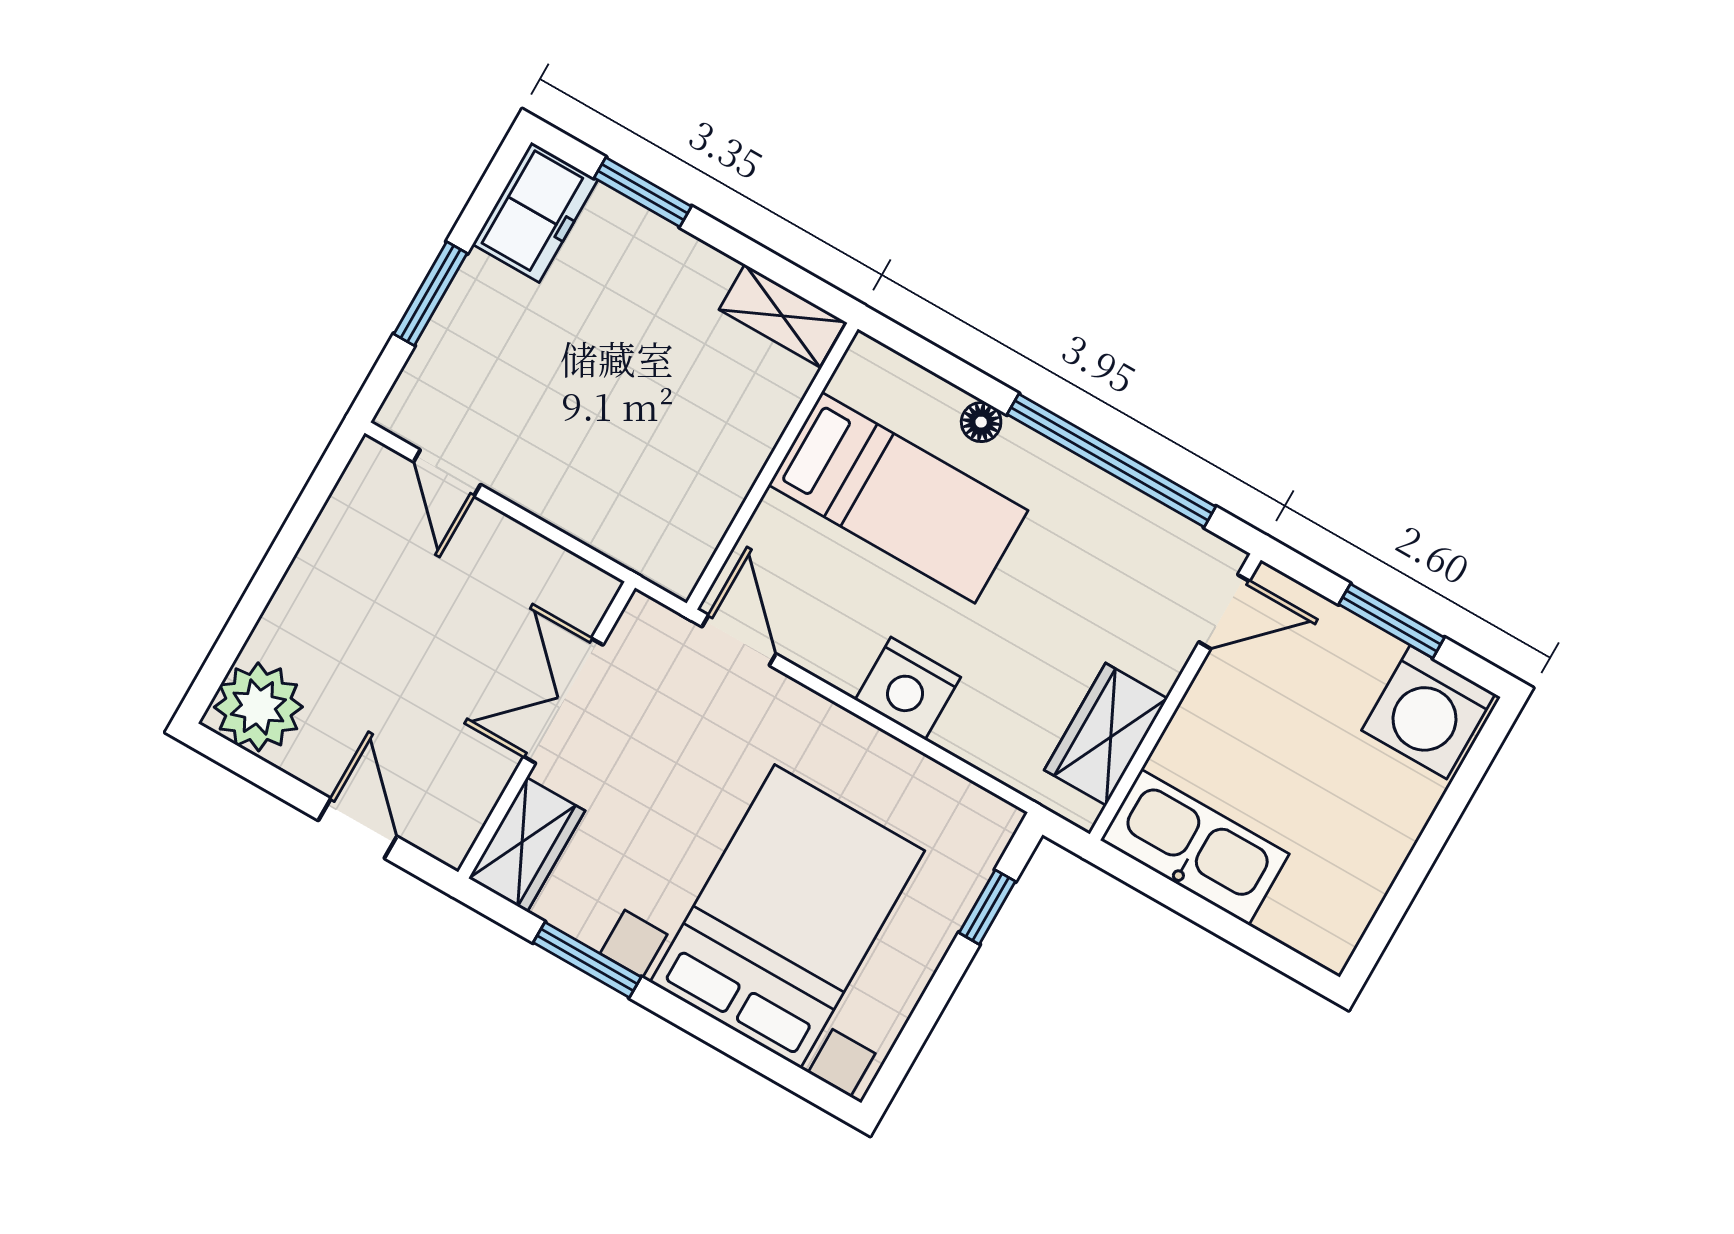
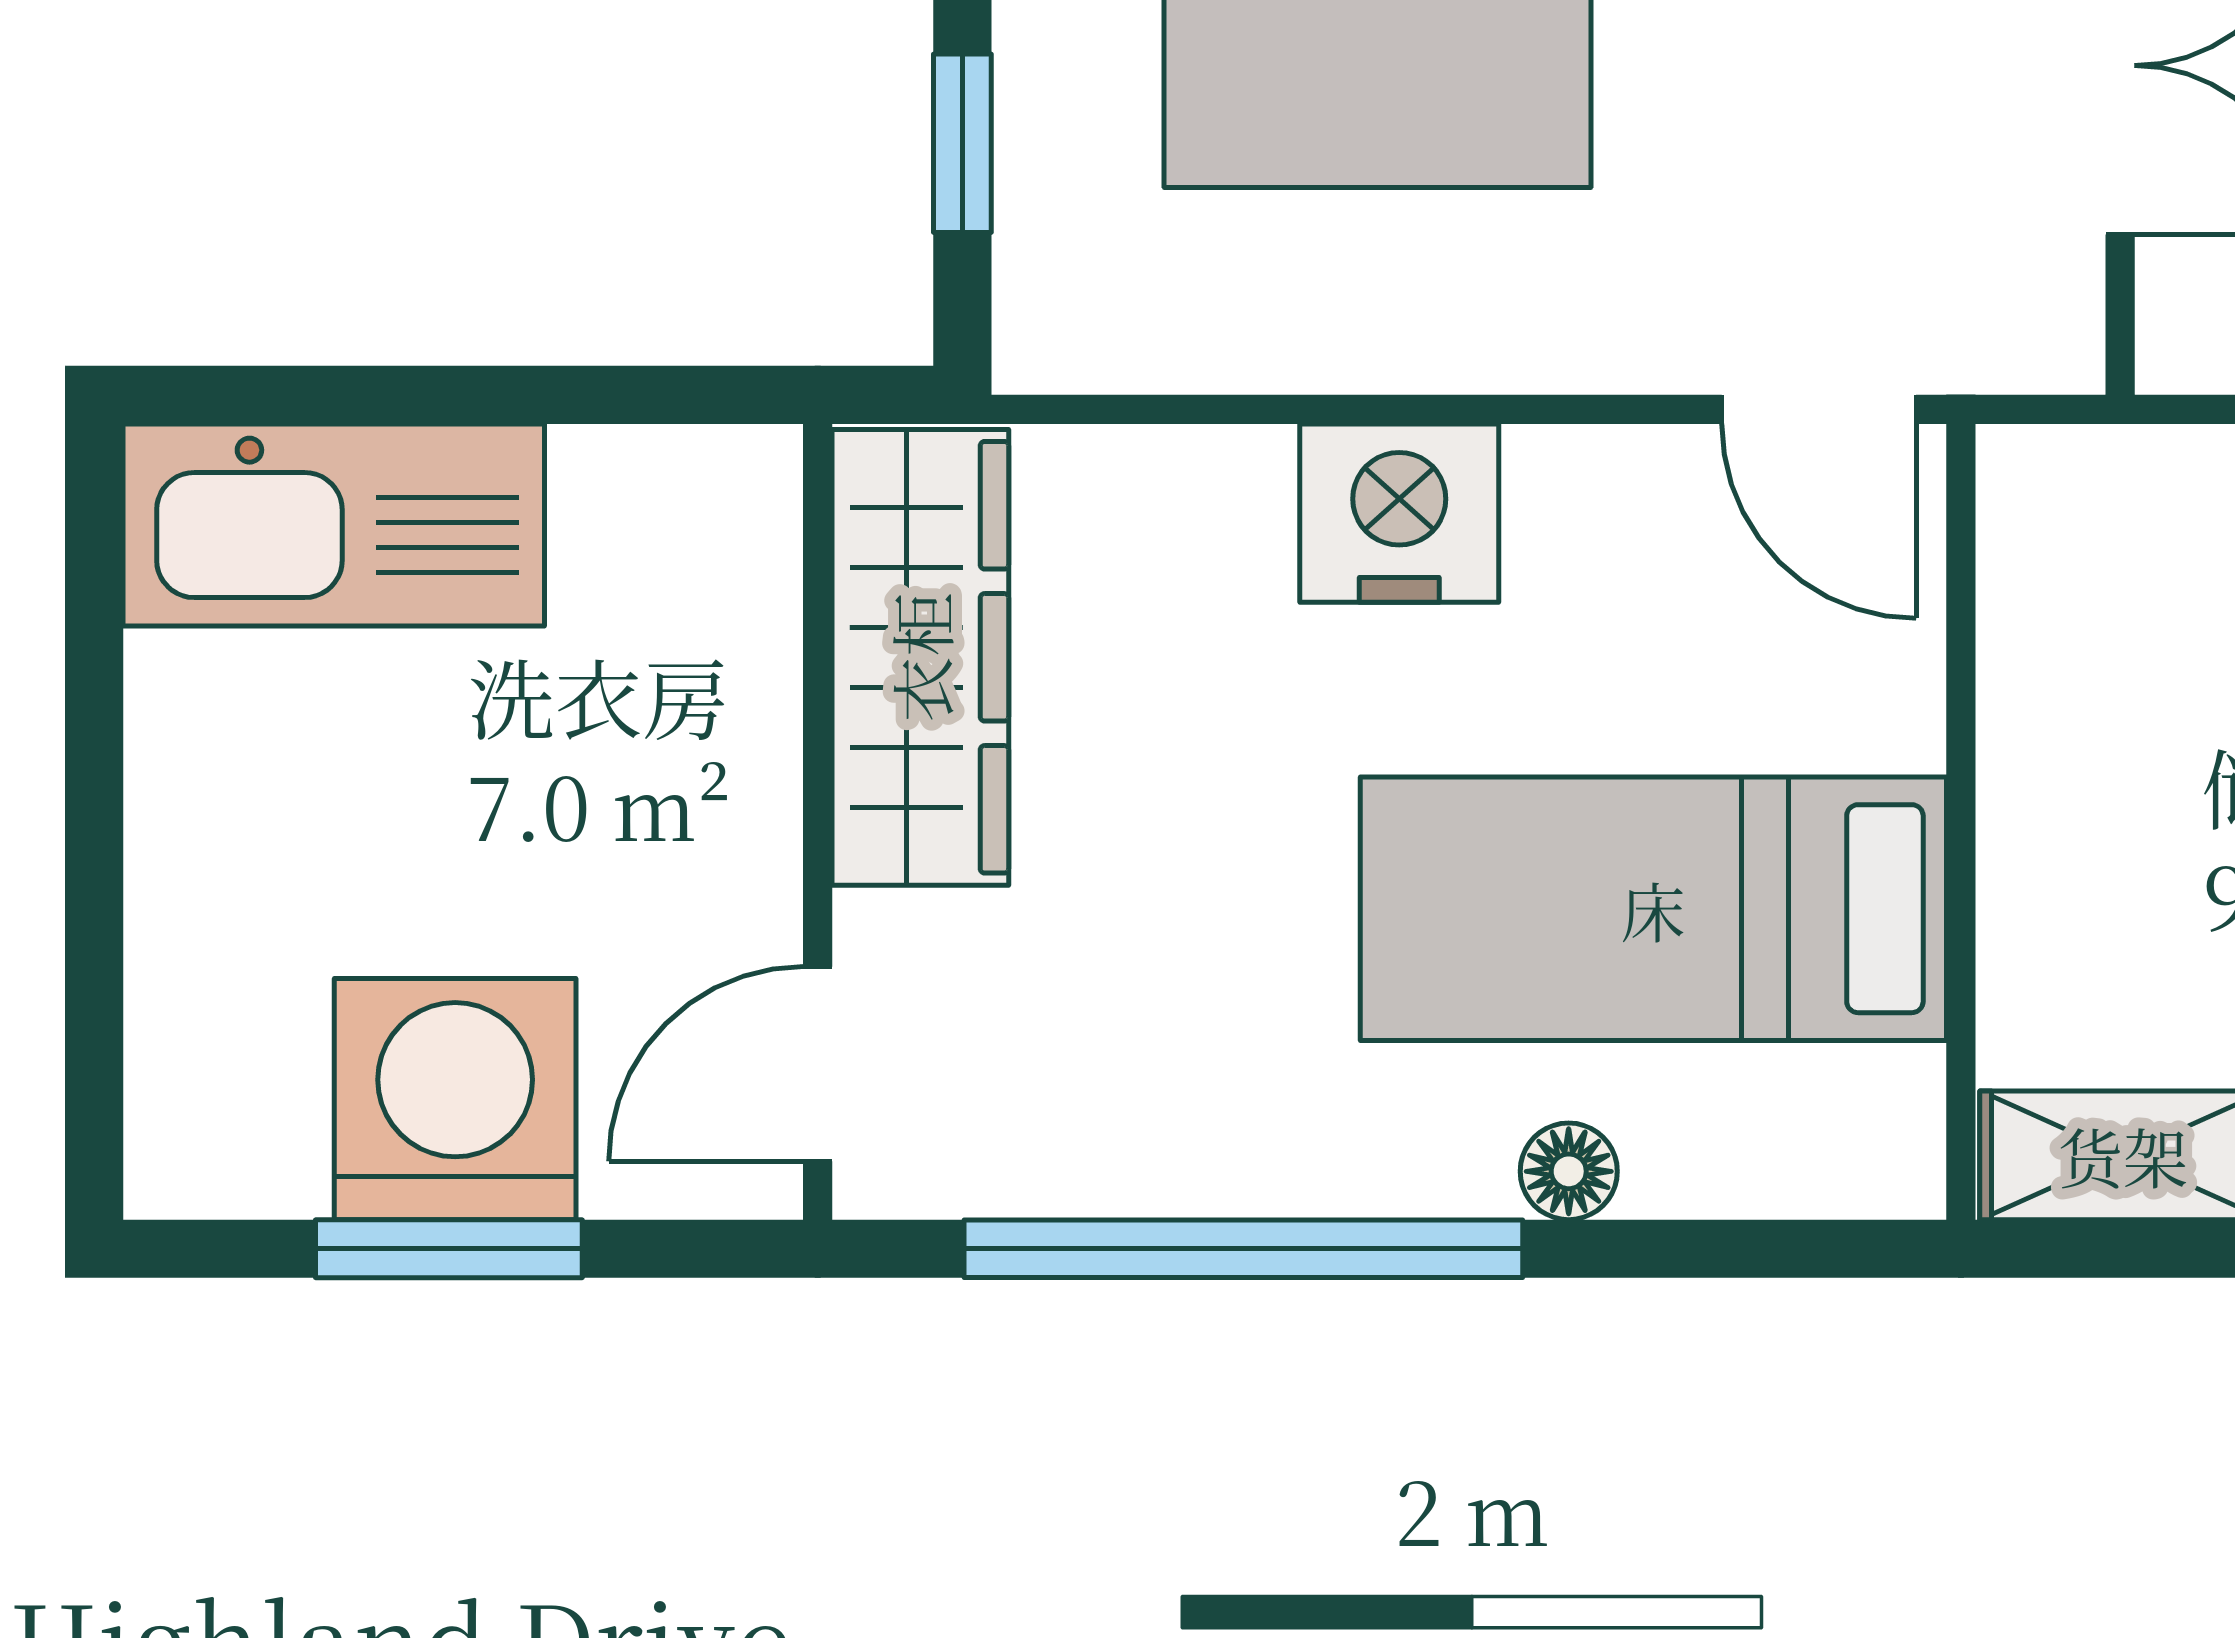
washing machine: (1428, 712) -> (455, 1099), moved
wardrobe: (1106, 734) -> (920, 657), width x1.50
kitchen sink: (1195, 847) -> (334, 525), moved

